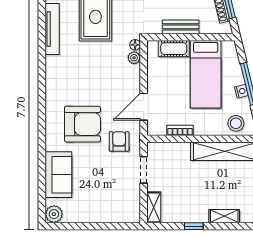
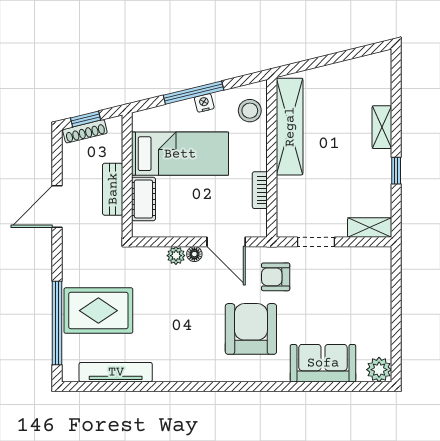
floor lamp: (135, 45) -> (194, 254), moved
plant: (134, 58) -> (176, 256), moved

